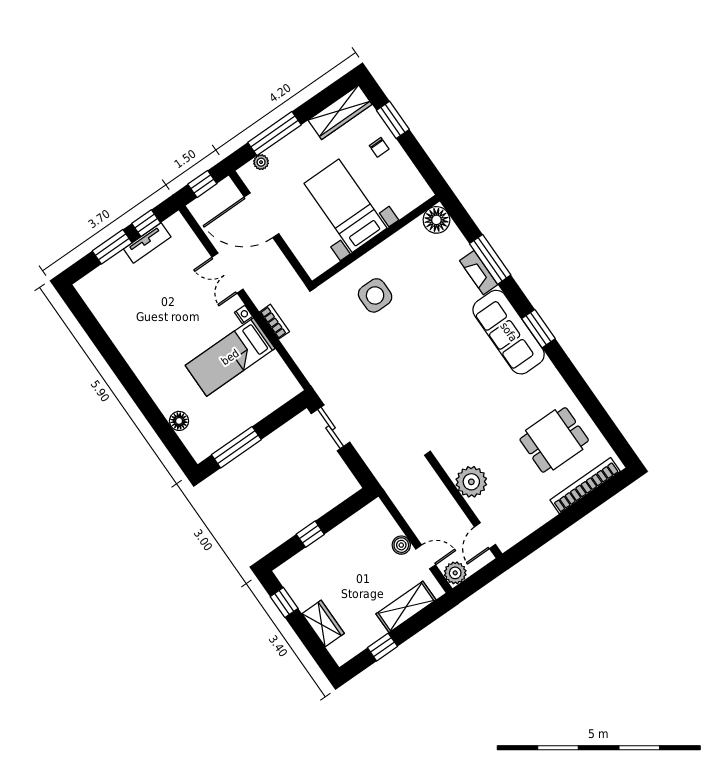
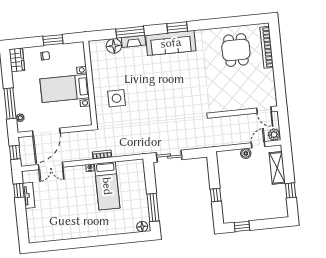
wardrobe: (340, 112) -> (17, 60), width x0.67
window: (393, 120) -> (53, 40), moved
floor lamp: (436, 220) -> (114, 46), moved
window: (112, 247) -> (21, 214), removed
double door: (228, 273) -> (51, 166), moved
floor lamp: (179, 421) -> (142, 227), moved
plant: (471, 482) -> (234, 102), removed
wardrobe: (323, 624) -> (263, 213), removed

